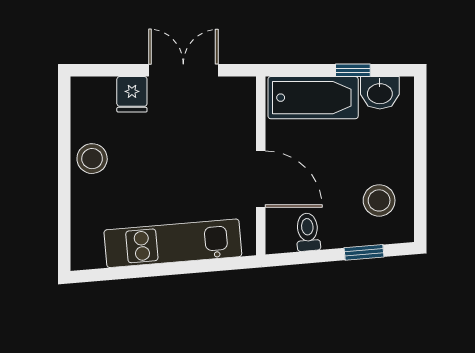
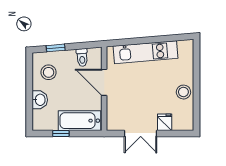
washbasin: (380, 93) -> (40, 100), moved, turned 90

